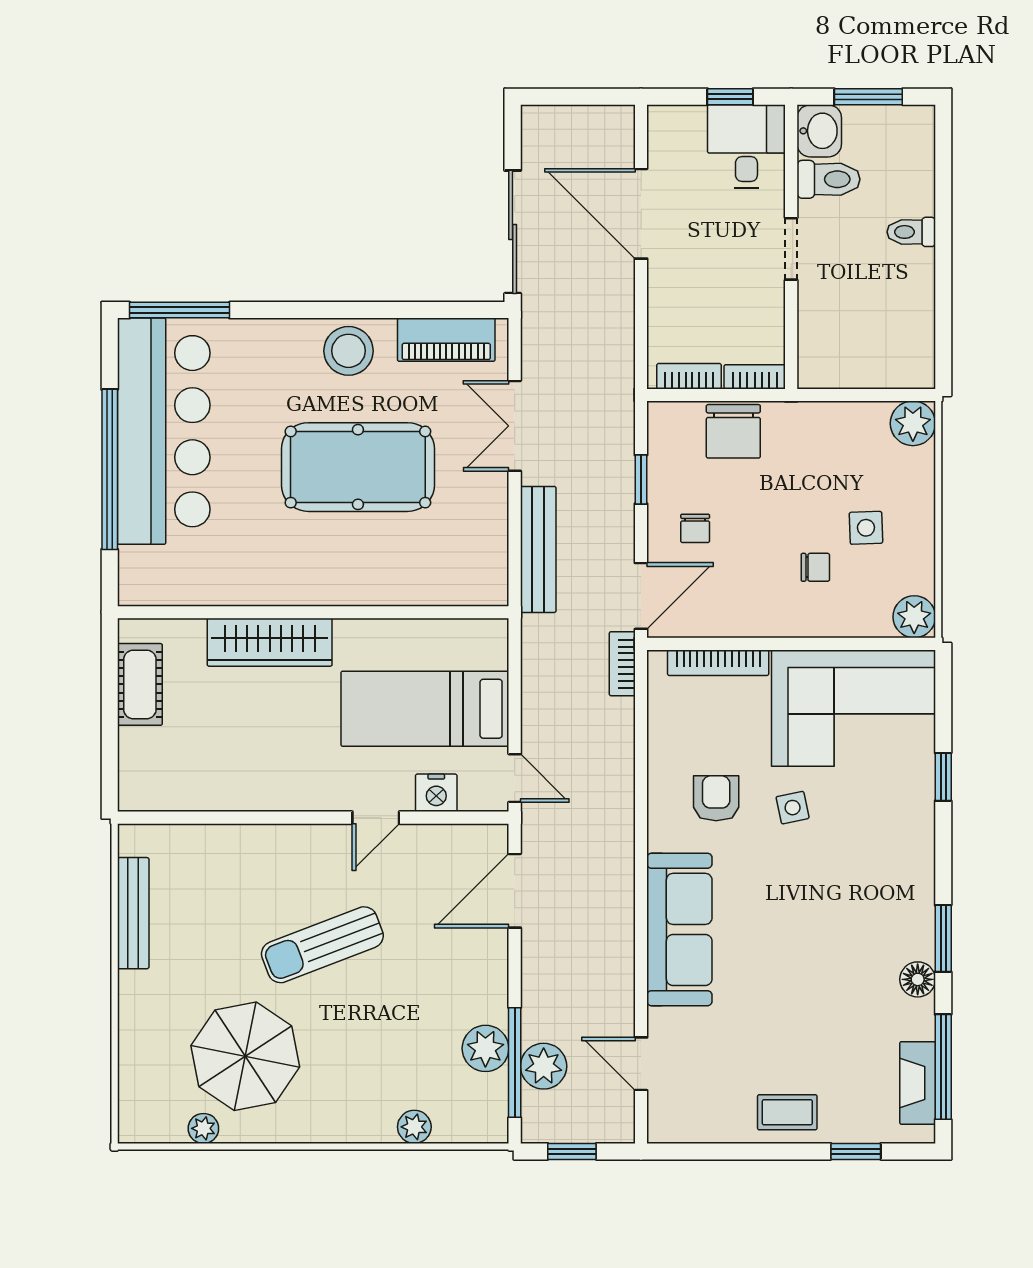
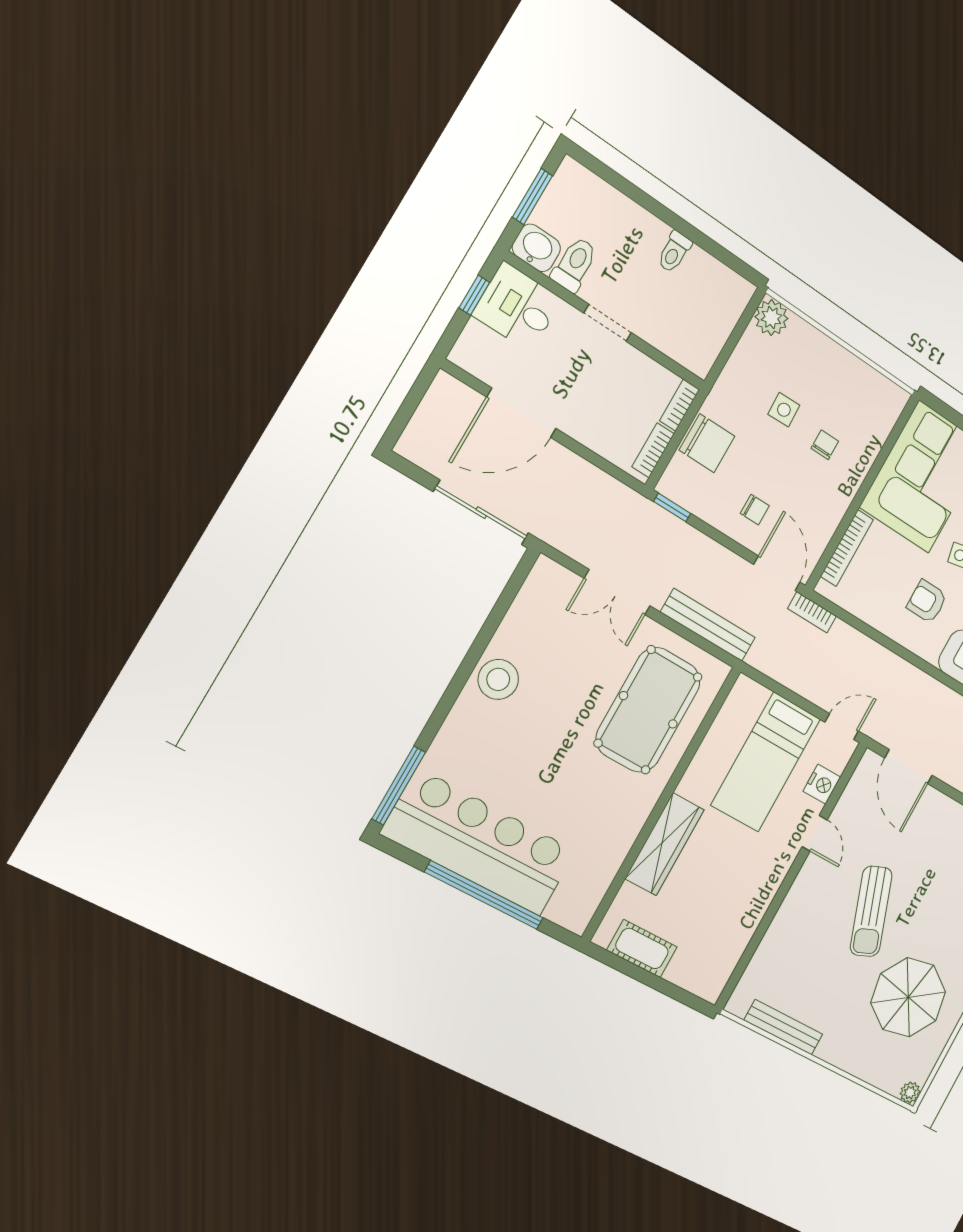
toilet: (911, 232) -> (674, 252), moved
piano: (446, 340) -> (530, 605), removed
pool table: (358, 467) -> (648, 710), moved
window: (641, 479) -> (672, 508), moved
side table: (866, 528) -> (784, 410), moved
plant: (914, 617) -> (892, 400), removed
plant: (203, 1128) -> (910, 1093), moved

